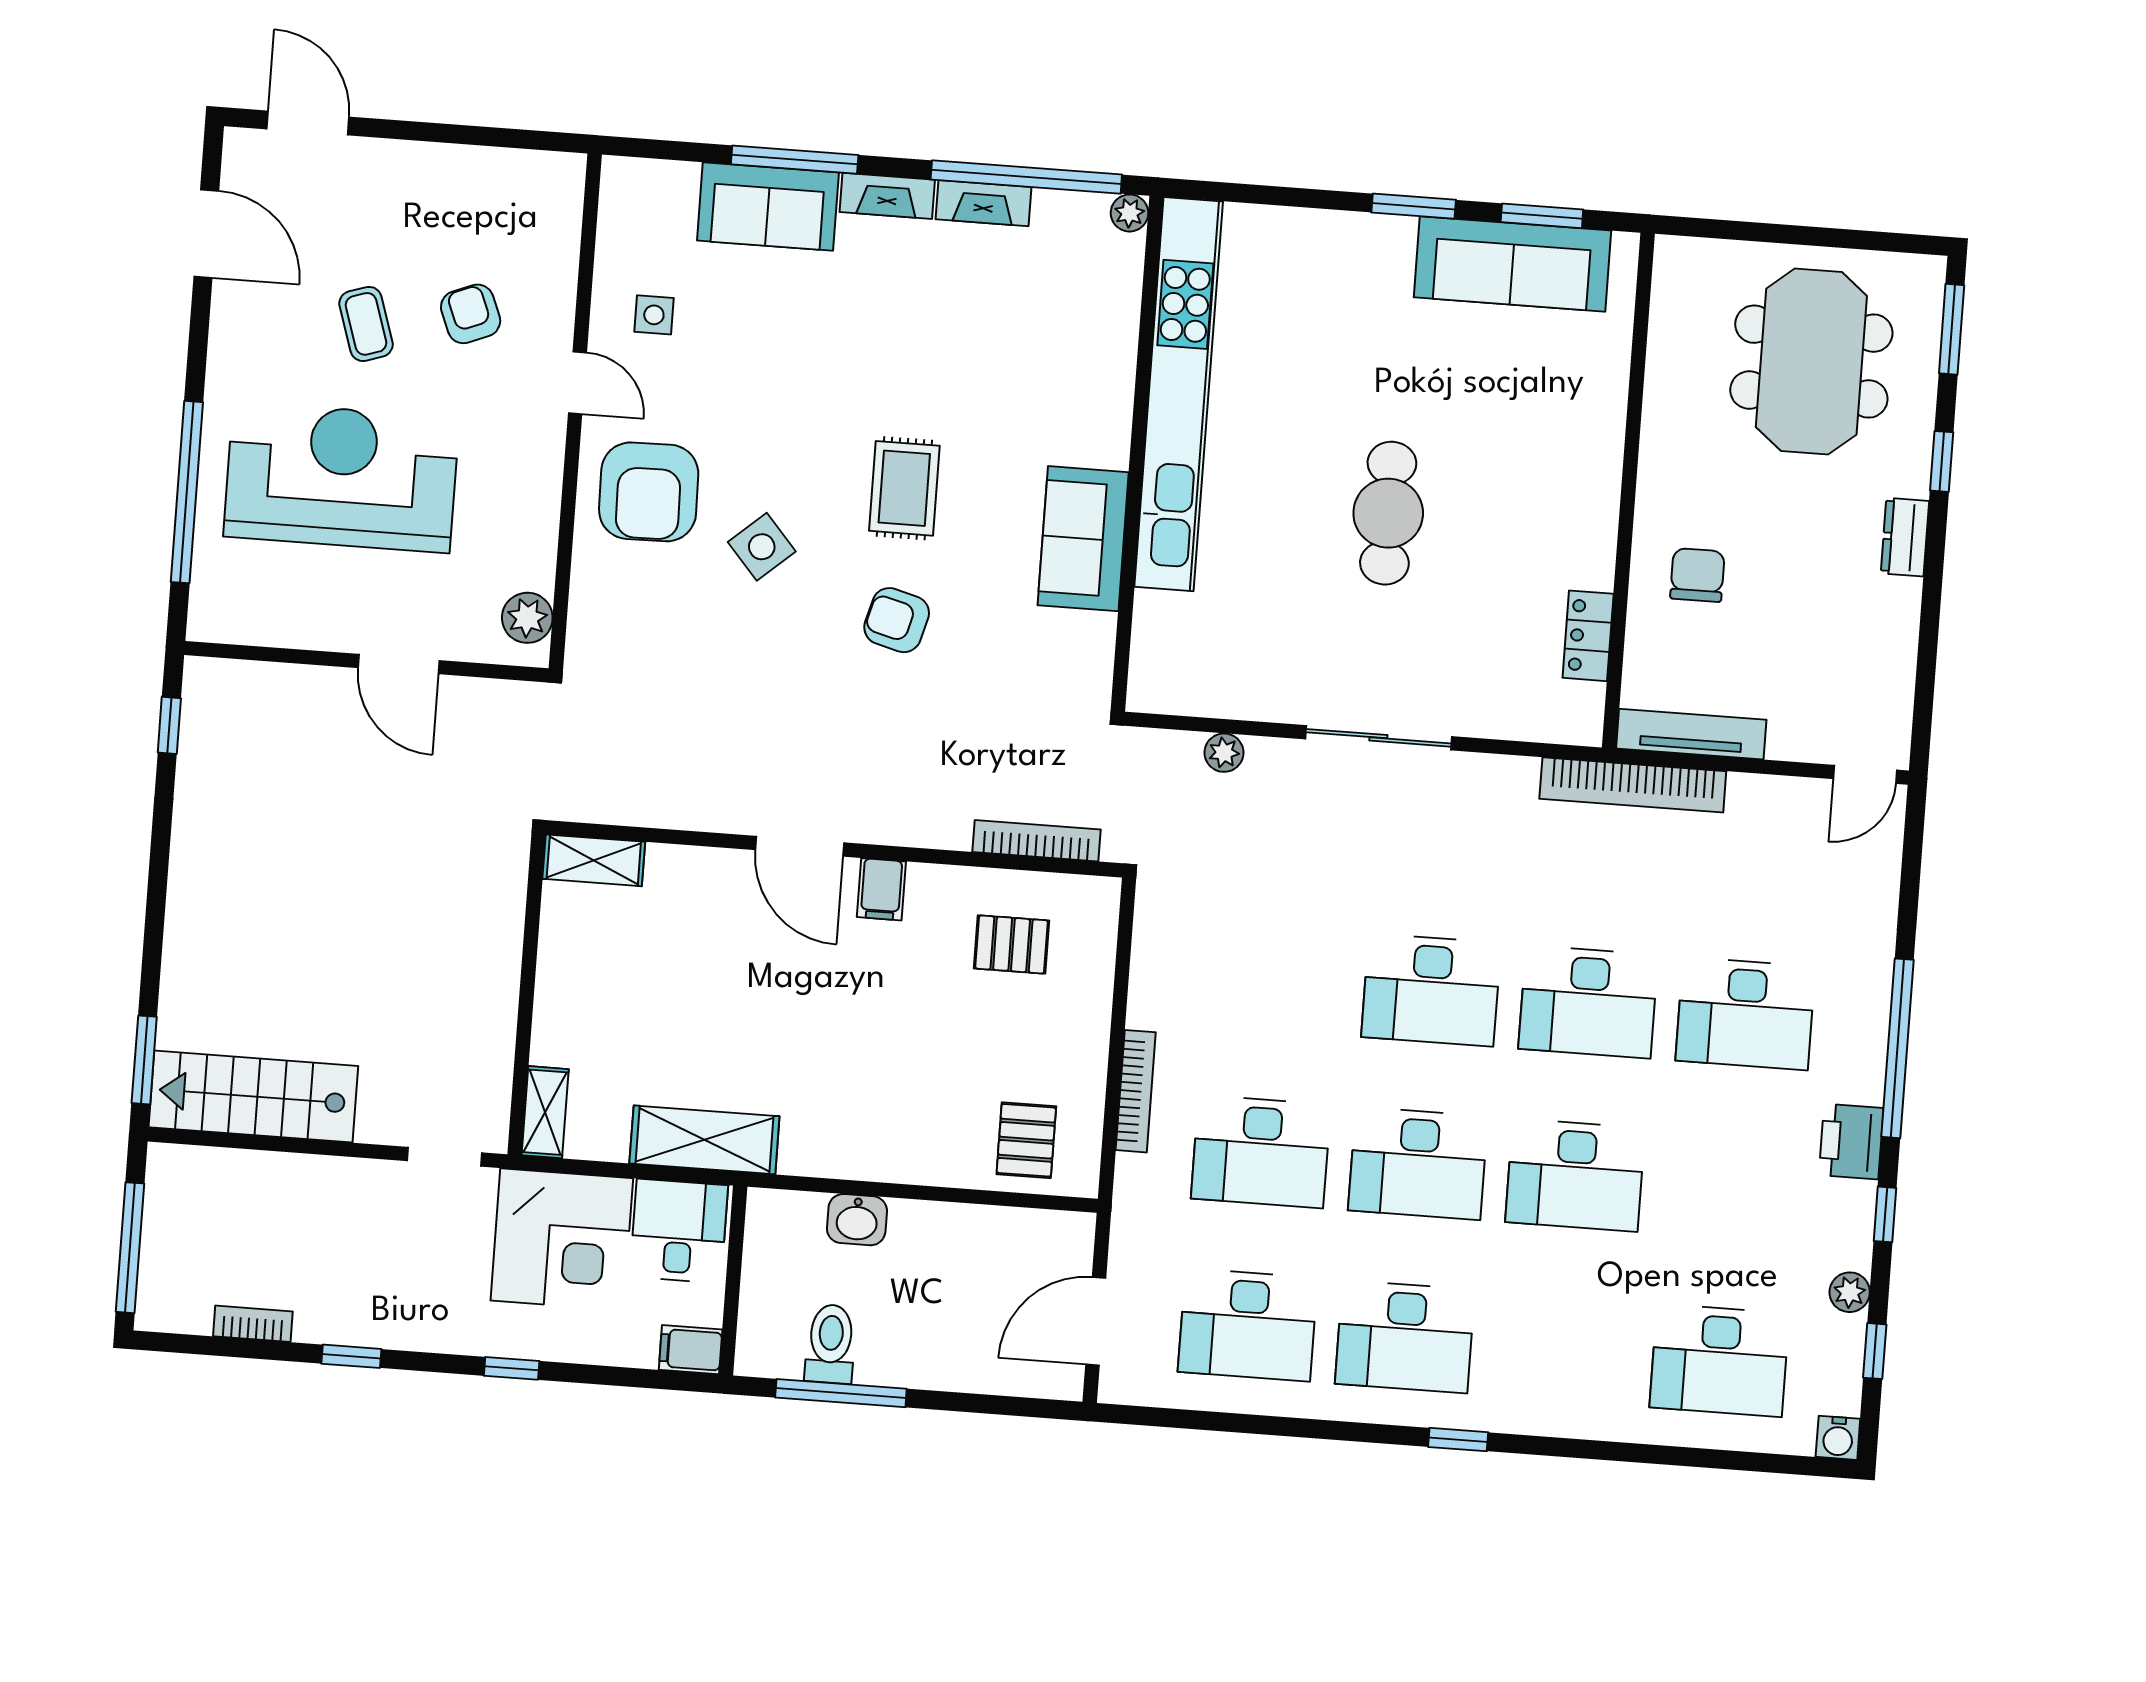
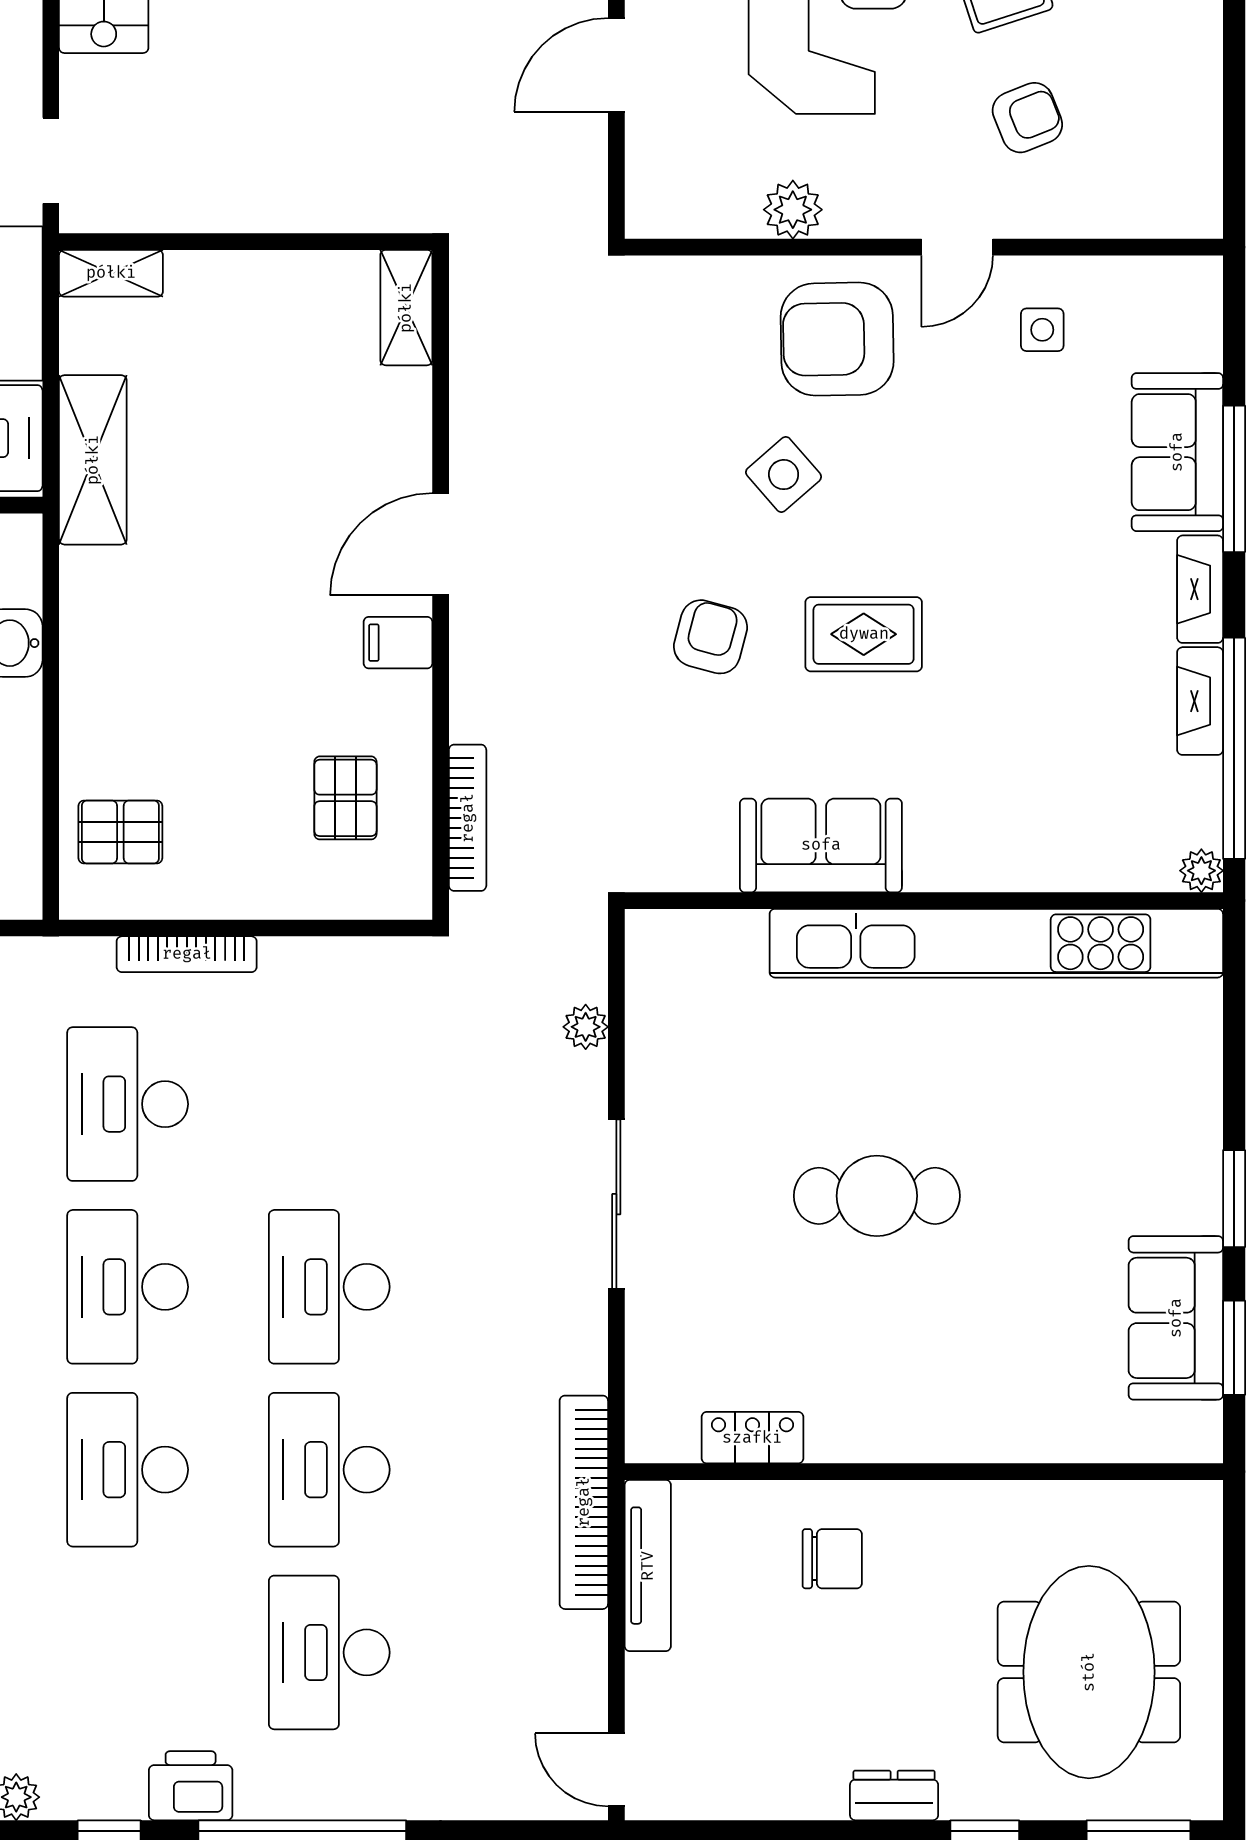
sofa: (1512, 264) -> (1176, 1318), width x0.73
meeting table: (1811, 362) -> (1089, 1672), turned 90
plant: (527, 618) -> (793, 210), moved

